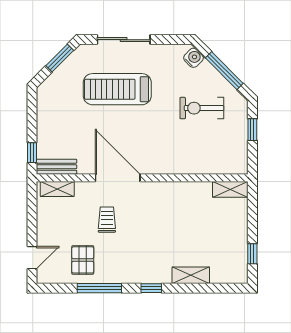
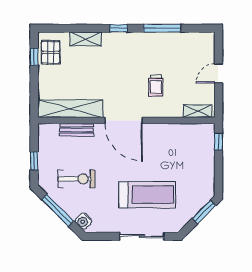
window: (60, 58) -> (204, 212), moved
bench: (57, 167) -> (77, 130), moved
door: (118, 178) -> (124, 120), moved
shelving: (230, 189) -> (70, 109), width x2.20, depth x1.33
door: (32, 258) -> (219, 73), moved
pallet: (83, 260) -> (51, 52), moved

